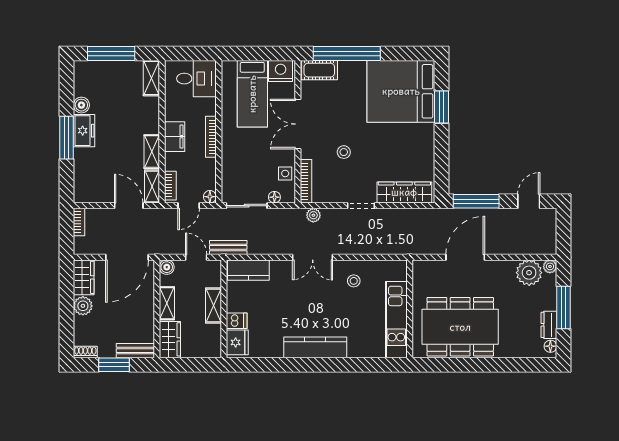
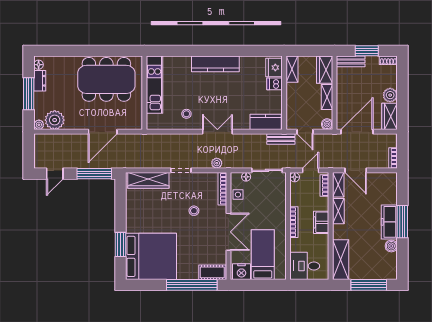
shelving: (151, 78) -> (341, 260), width x1.50, depth x1.33
freezer: (84, 131) -> (389, 222), width x1.40
shelving: (213, 305) -> (292, 69), moved

